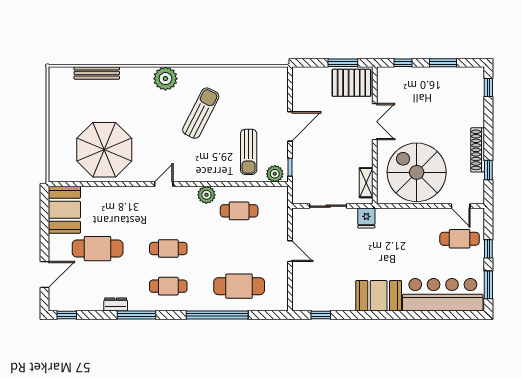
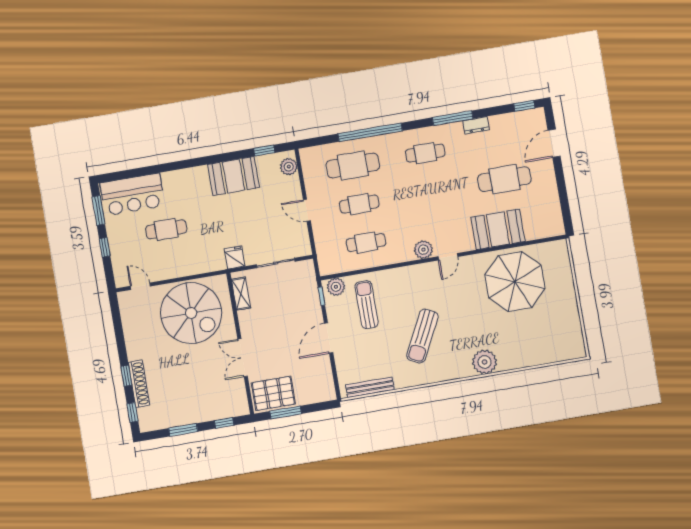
bench: (97, 73) -> (370, 387), moved
plant: (165, 79) -> (485, 362), moved
shoe rack: (478, 150) -> (139, 384), moved
window: (488, 170) -> (126, 376), moved
plant: (206, 195) -> (423, 250), moved
booth: (64, 210) -> (498, 229), moved, turned 90
cafe table: (460, 239) -> (166, 229), moved
cafe table: (168, 249) -> (359, 204), moved
bar counter: (443, 295) -> (132, 194), width x0.73
plant: (300, 296) -> (289, 167), added
booth: (379, 296) -> (234, 176), moved

